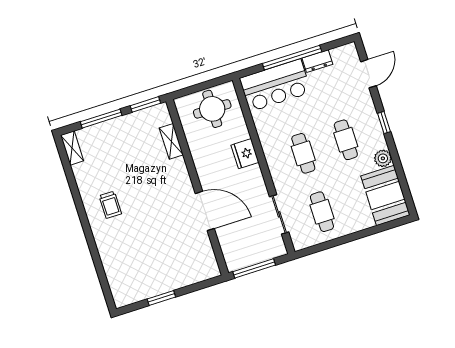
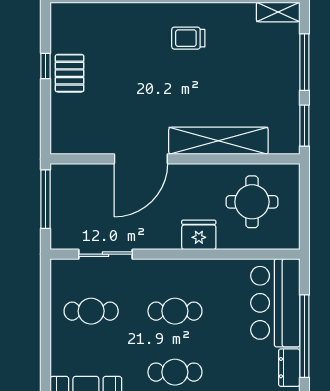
round table: (212, 109) -> (252, 202), moved
shelving: (171, 141) -> (218, 141), width x2.20, depth x1.33
pallet: (161, 280) -> (70, 73), added
window: (161, 298) -> (46, 66), width x0.67

